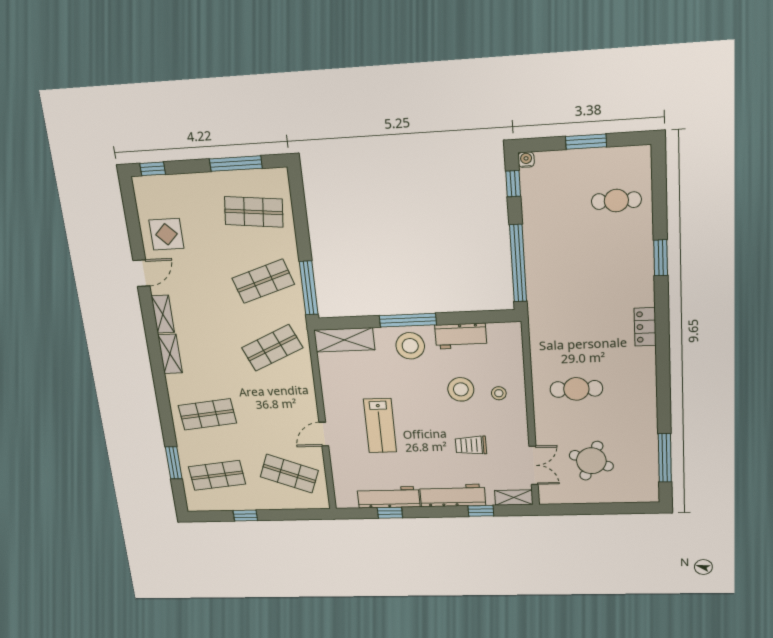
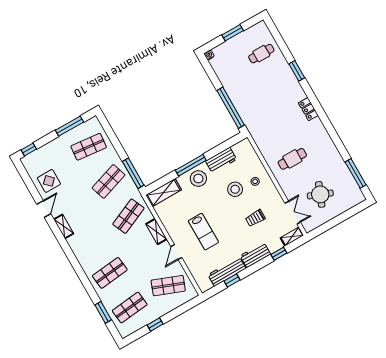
window: (513, 184) -> (209, 69), removed
shelving: (170, 354) -> (156, 232), moved
workbench: (453, 495) -> (255, 255), width x0.73

